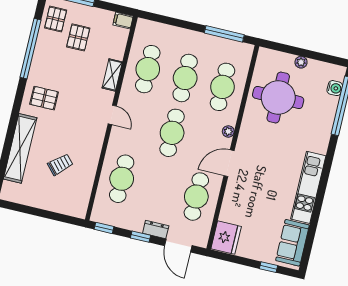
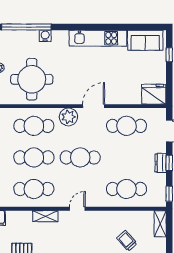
water cooler: (335, 88) -> (45, 36), moved
plant: (228, 131) -> (68, 117), width x1.87, depth x1.87
door: (229, 163) -> (94, 106), swing flipped
shelving: (71, 209) -> (160, 224), added
dresser: (156, 229) -> (161, 163), moved

